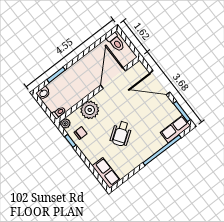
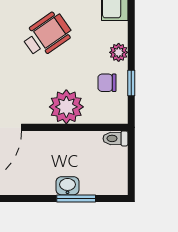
washbasin: (43, 93) -> (68, 186), moved
plant: (65, 123) -> (119, 52), moved

